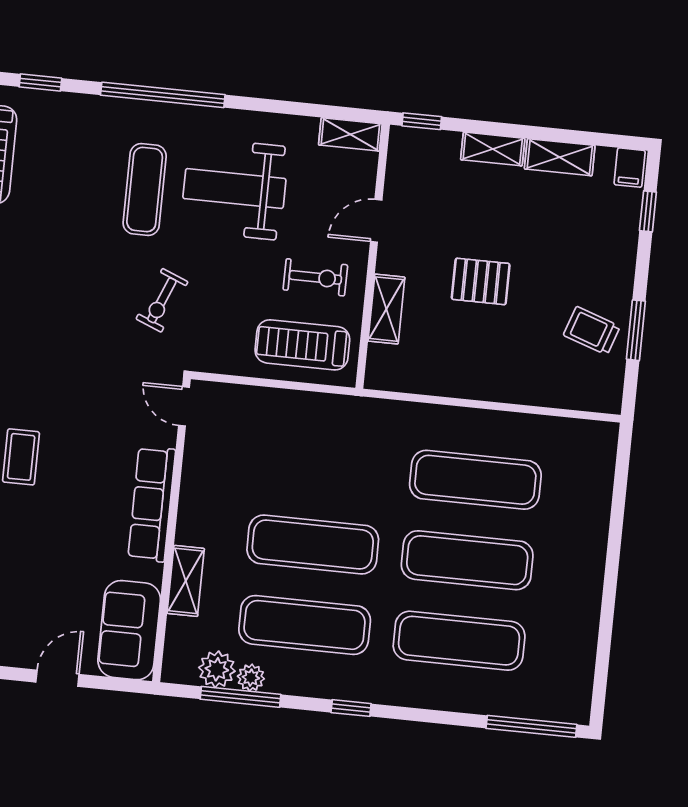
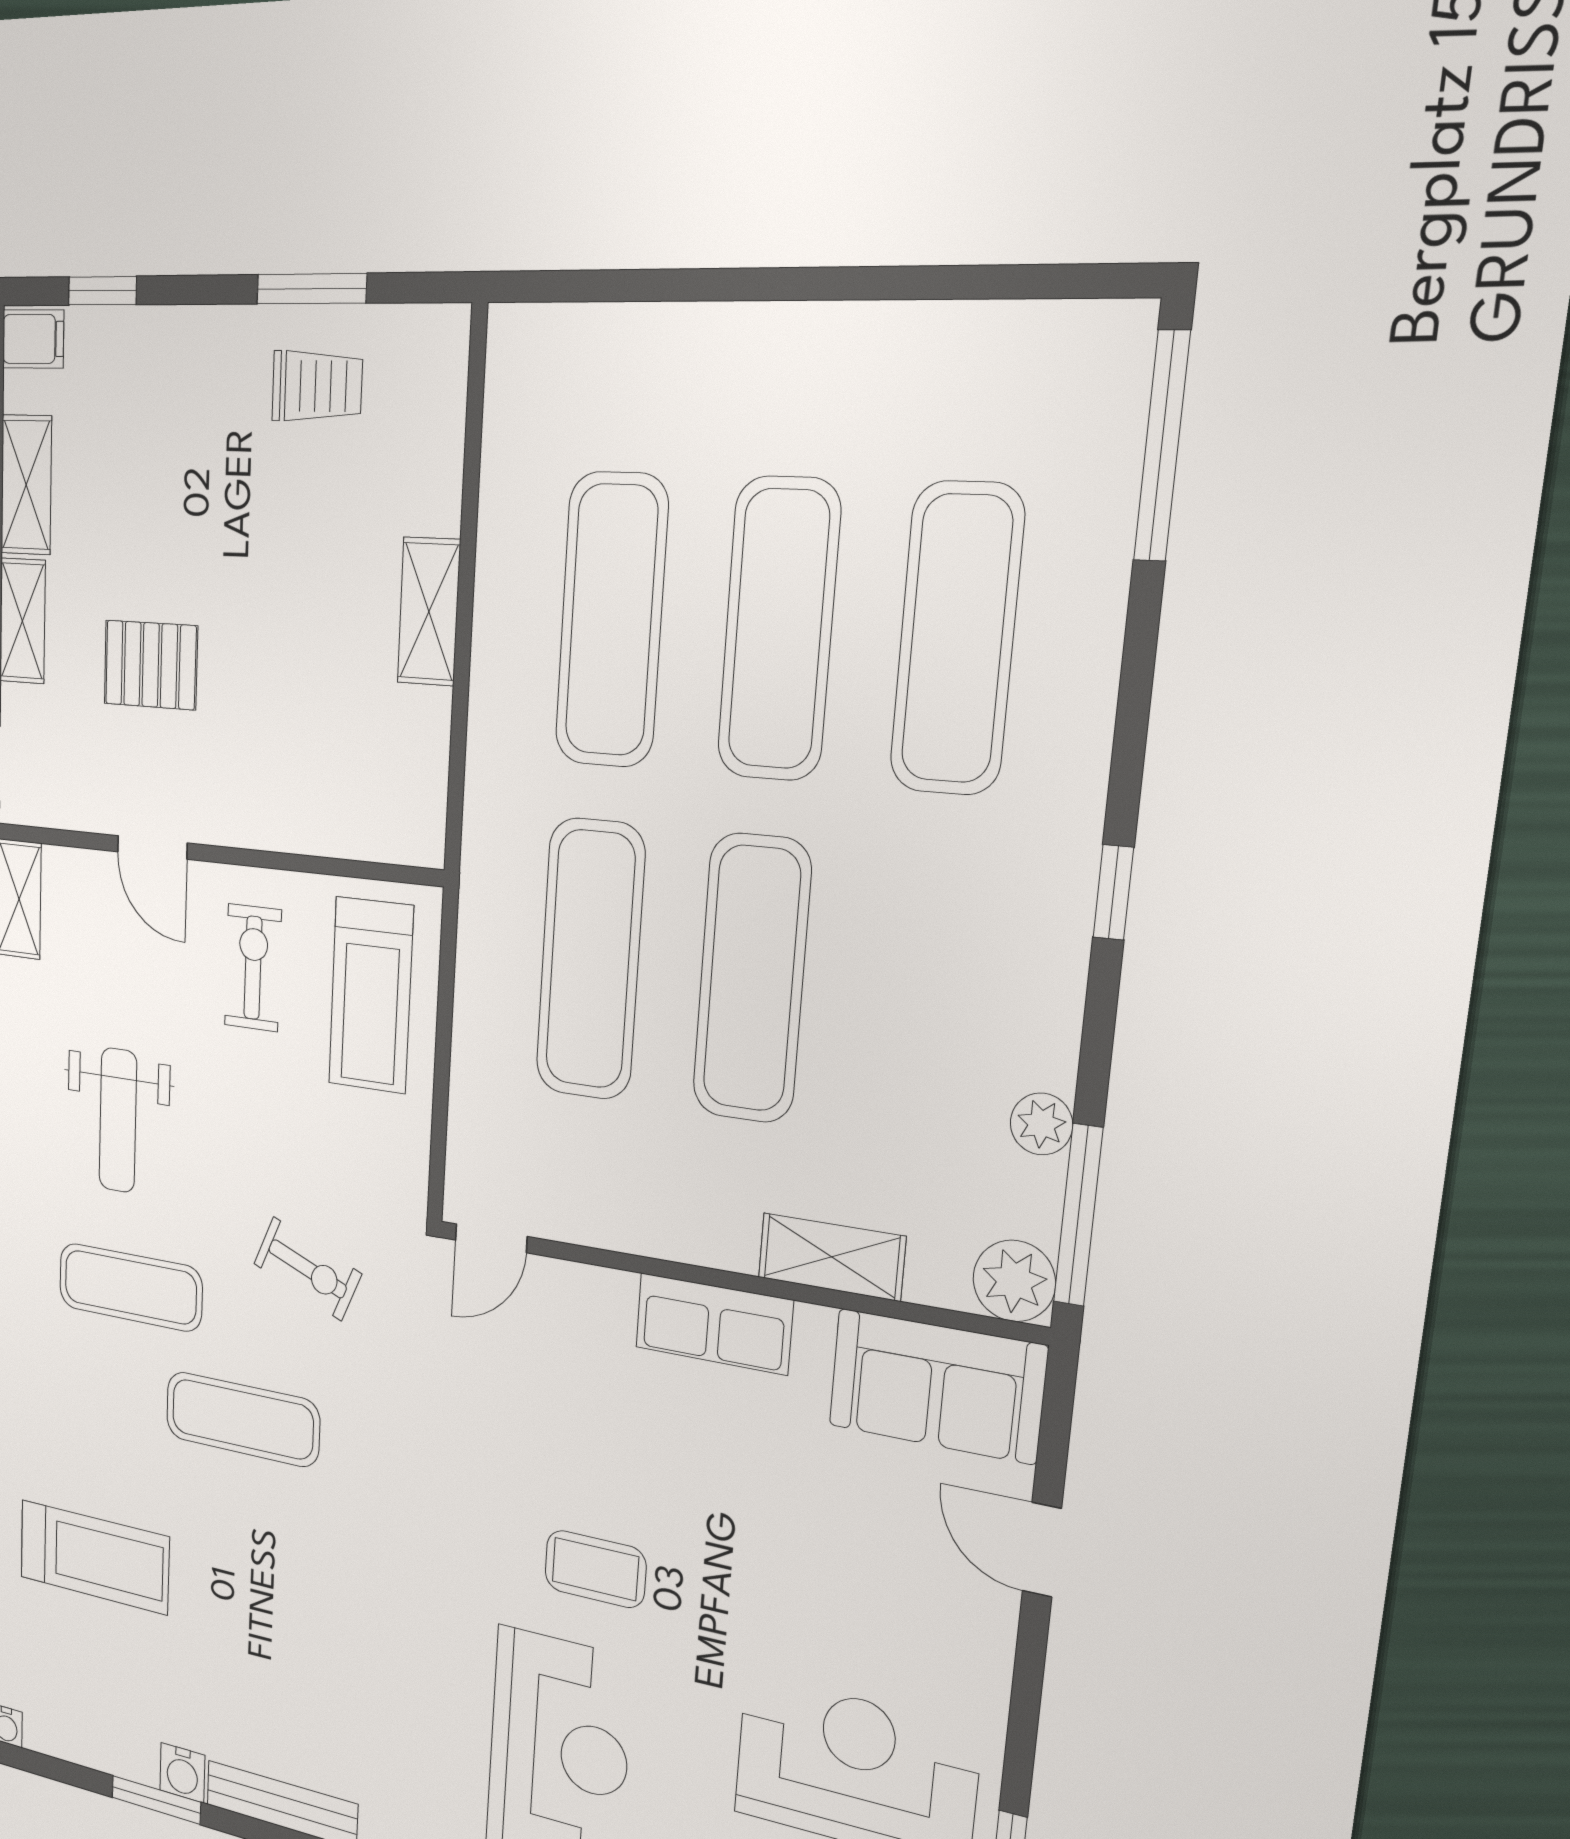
weight bench: (234, 189) -> (118, 1120), width x0.73, depth x0.75
exercise mat: (78, 256) -> (242, 1419), added
pallet: (481, 281) -> (151, 665), moved, turned 90
shelving: (386, 309) -> (429, 611), moved, turned 90
trolley: (592, 331) -> (317, 386), turned -109
row of seats: (152, 504) -> (714, 1324), width x0.68
exercise mat: (305, 625) -> (590, 959), moved
plant: (217, 669) -> (1014, 1281), moved
window: (240, 697) -> (1078, 1215), moved

